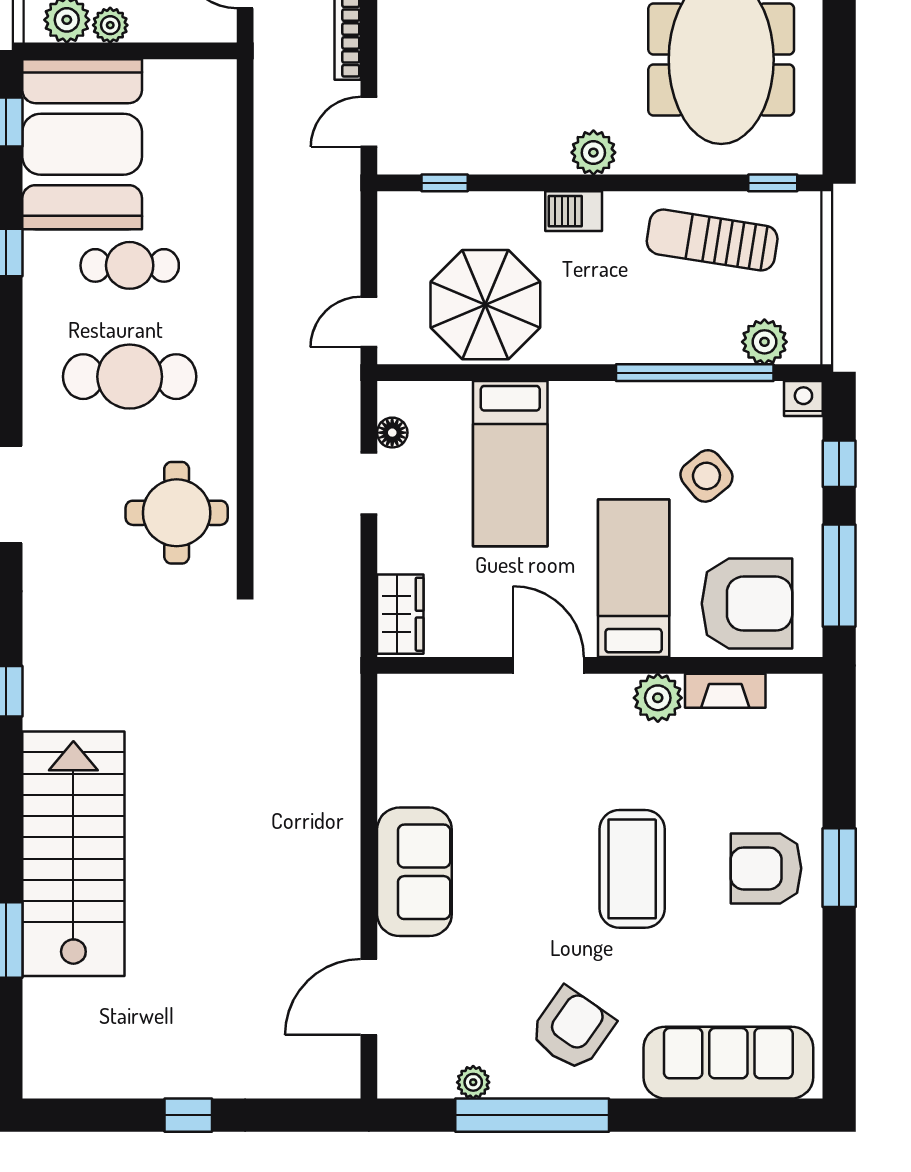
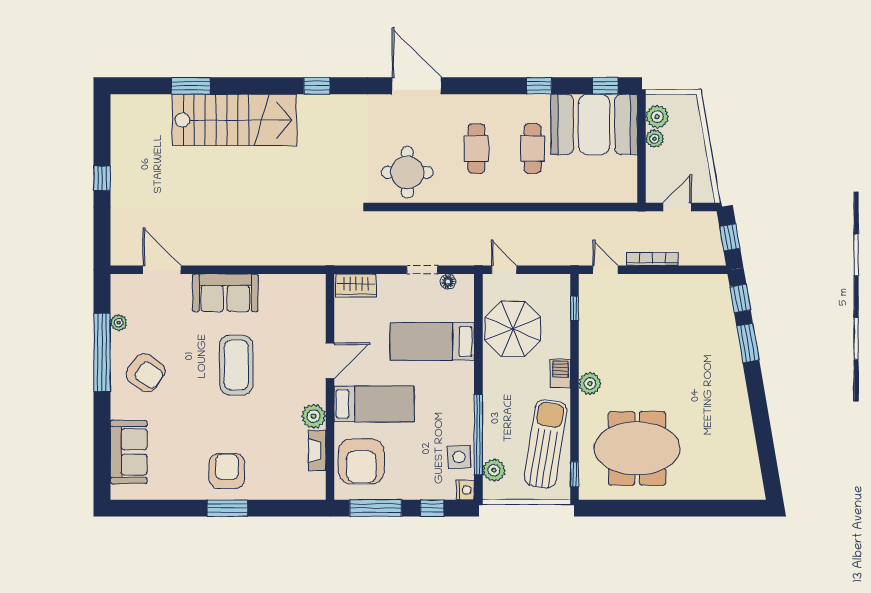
sun lounger: (712, 240) -> (546, 444), width x1.36, depth x1.34
cafe table: (130, 377) -> (476, 148), width x0.73, depth x0.74
side table: (706, 476) -> (459, 457), moved, turned 36
coffee table: (632, 869) -> (236, 365), moved, turned 90
sofa: (728, 1063) -> (129, 452), width x0.73

